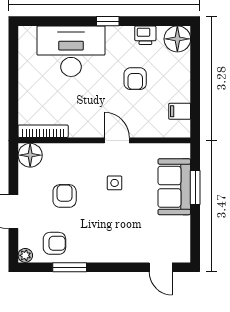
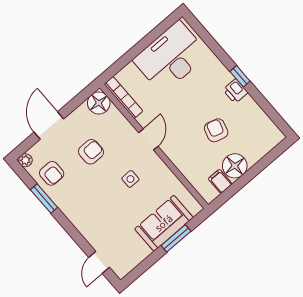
printer: (145, 35) -> (235, 91), moved
floor lamp: (177, 39) -> (235, 166), moved
desk: (71, 51) -> (171, 57), moved, turned -90
armchair: (135, 79) -> (216, 130), turned 106
door: (117, 140) -> (148, 139), moved

